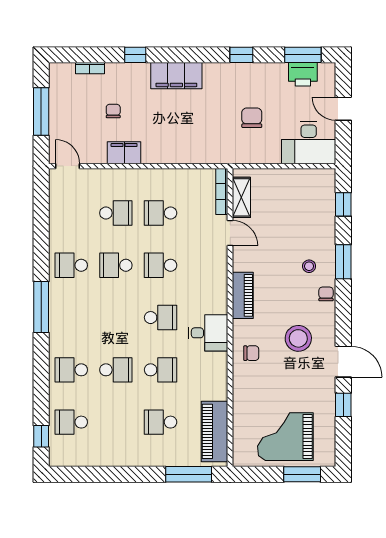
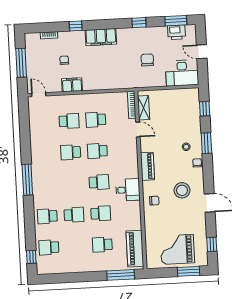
school desk: (71, 265) -> (44, 154), removed
window: (343, 405) -> (212, 244), moved

